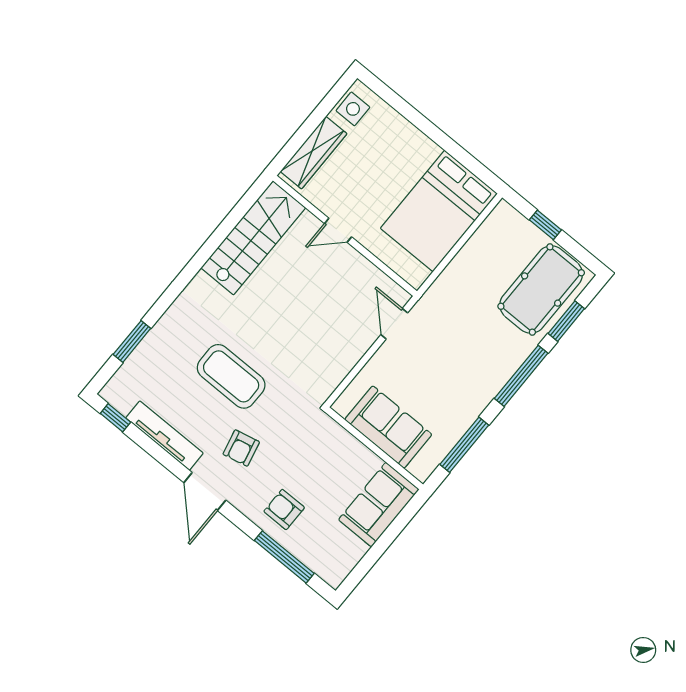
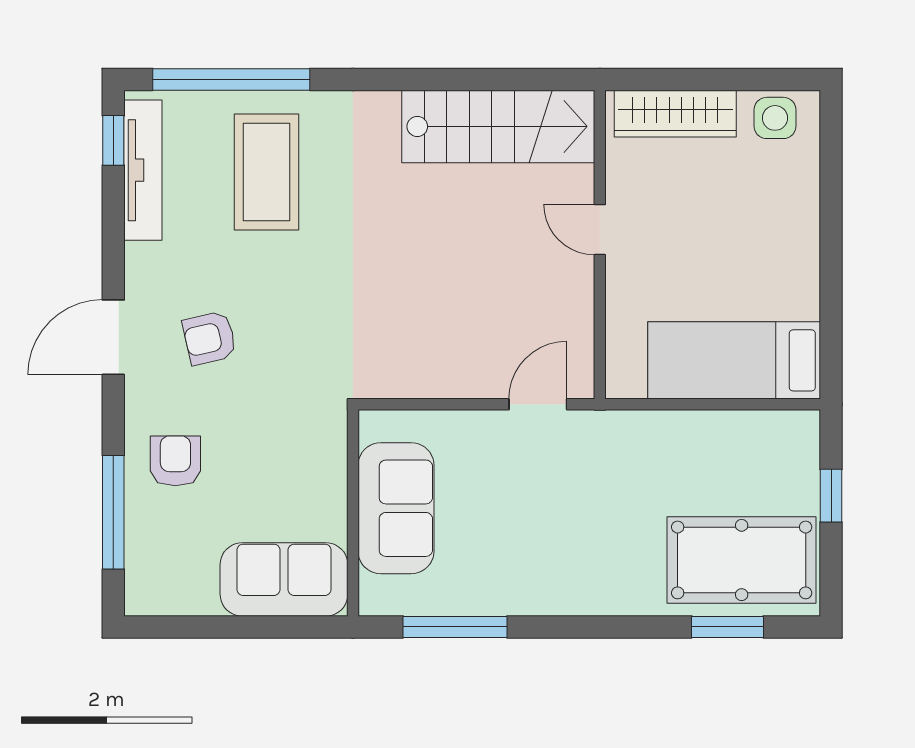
bed: (439, 211) -> (734, 360), width x0.67
window: (132, 341) -> (231, 79), width x2.11
coffee table: (231, 376) -> (267, 172), moved
window: (521, 376) -> (607, 627), removed
tv unit: (164, 436) -> (143, 170), moved

